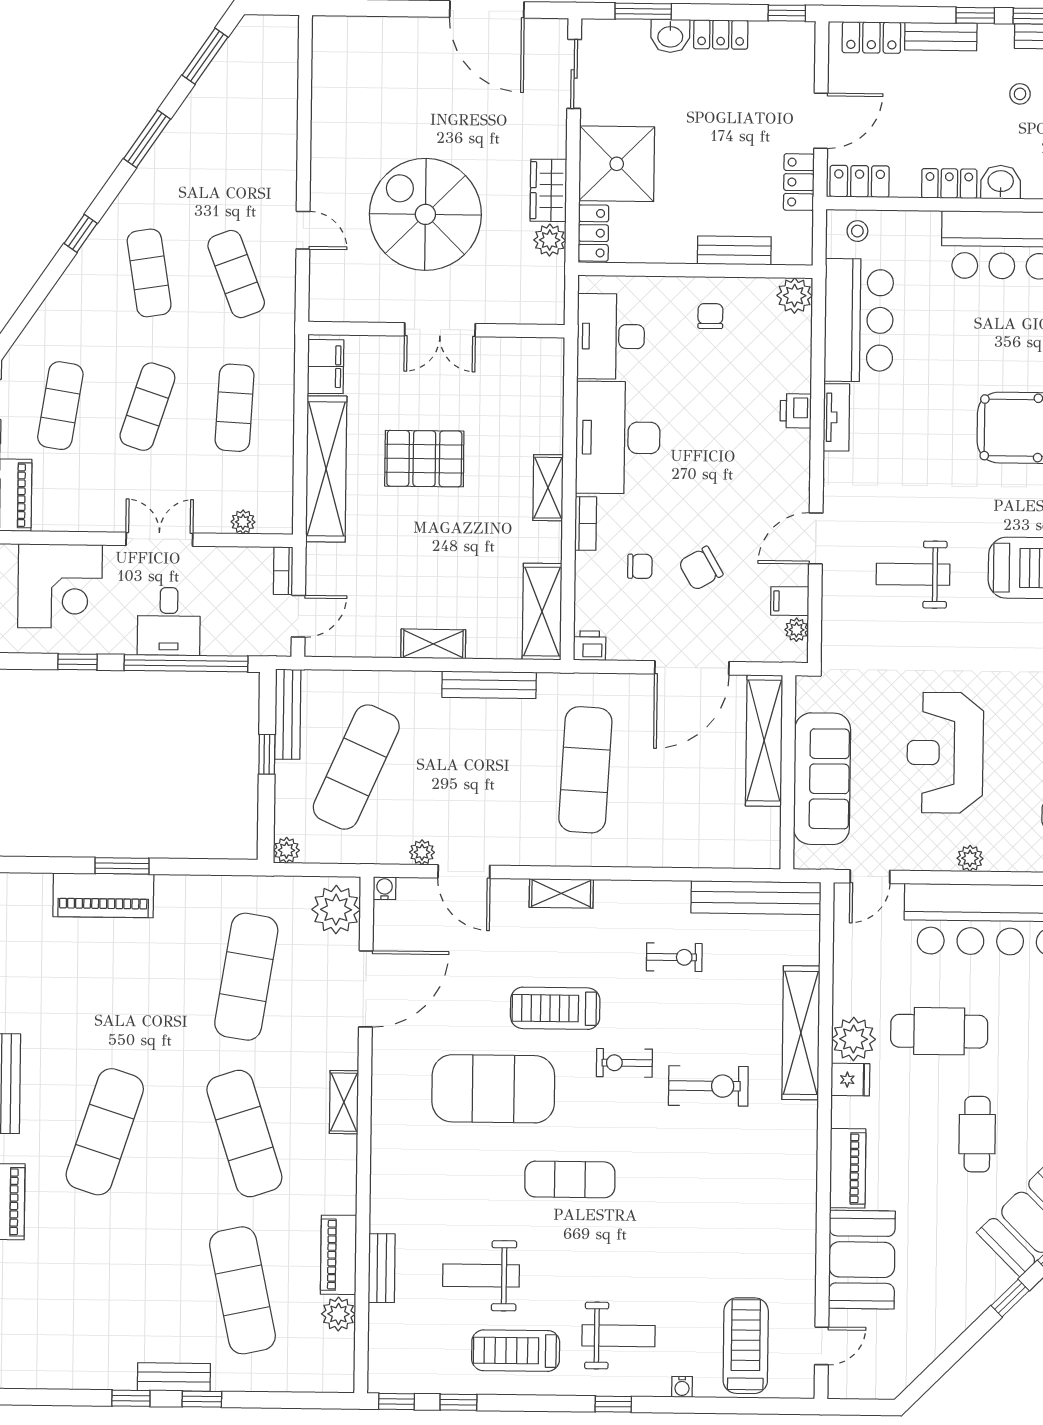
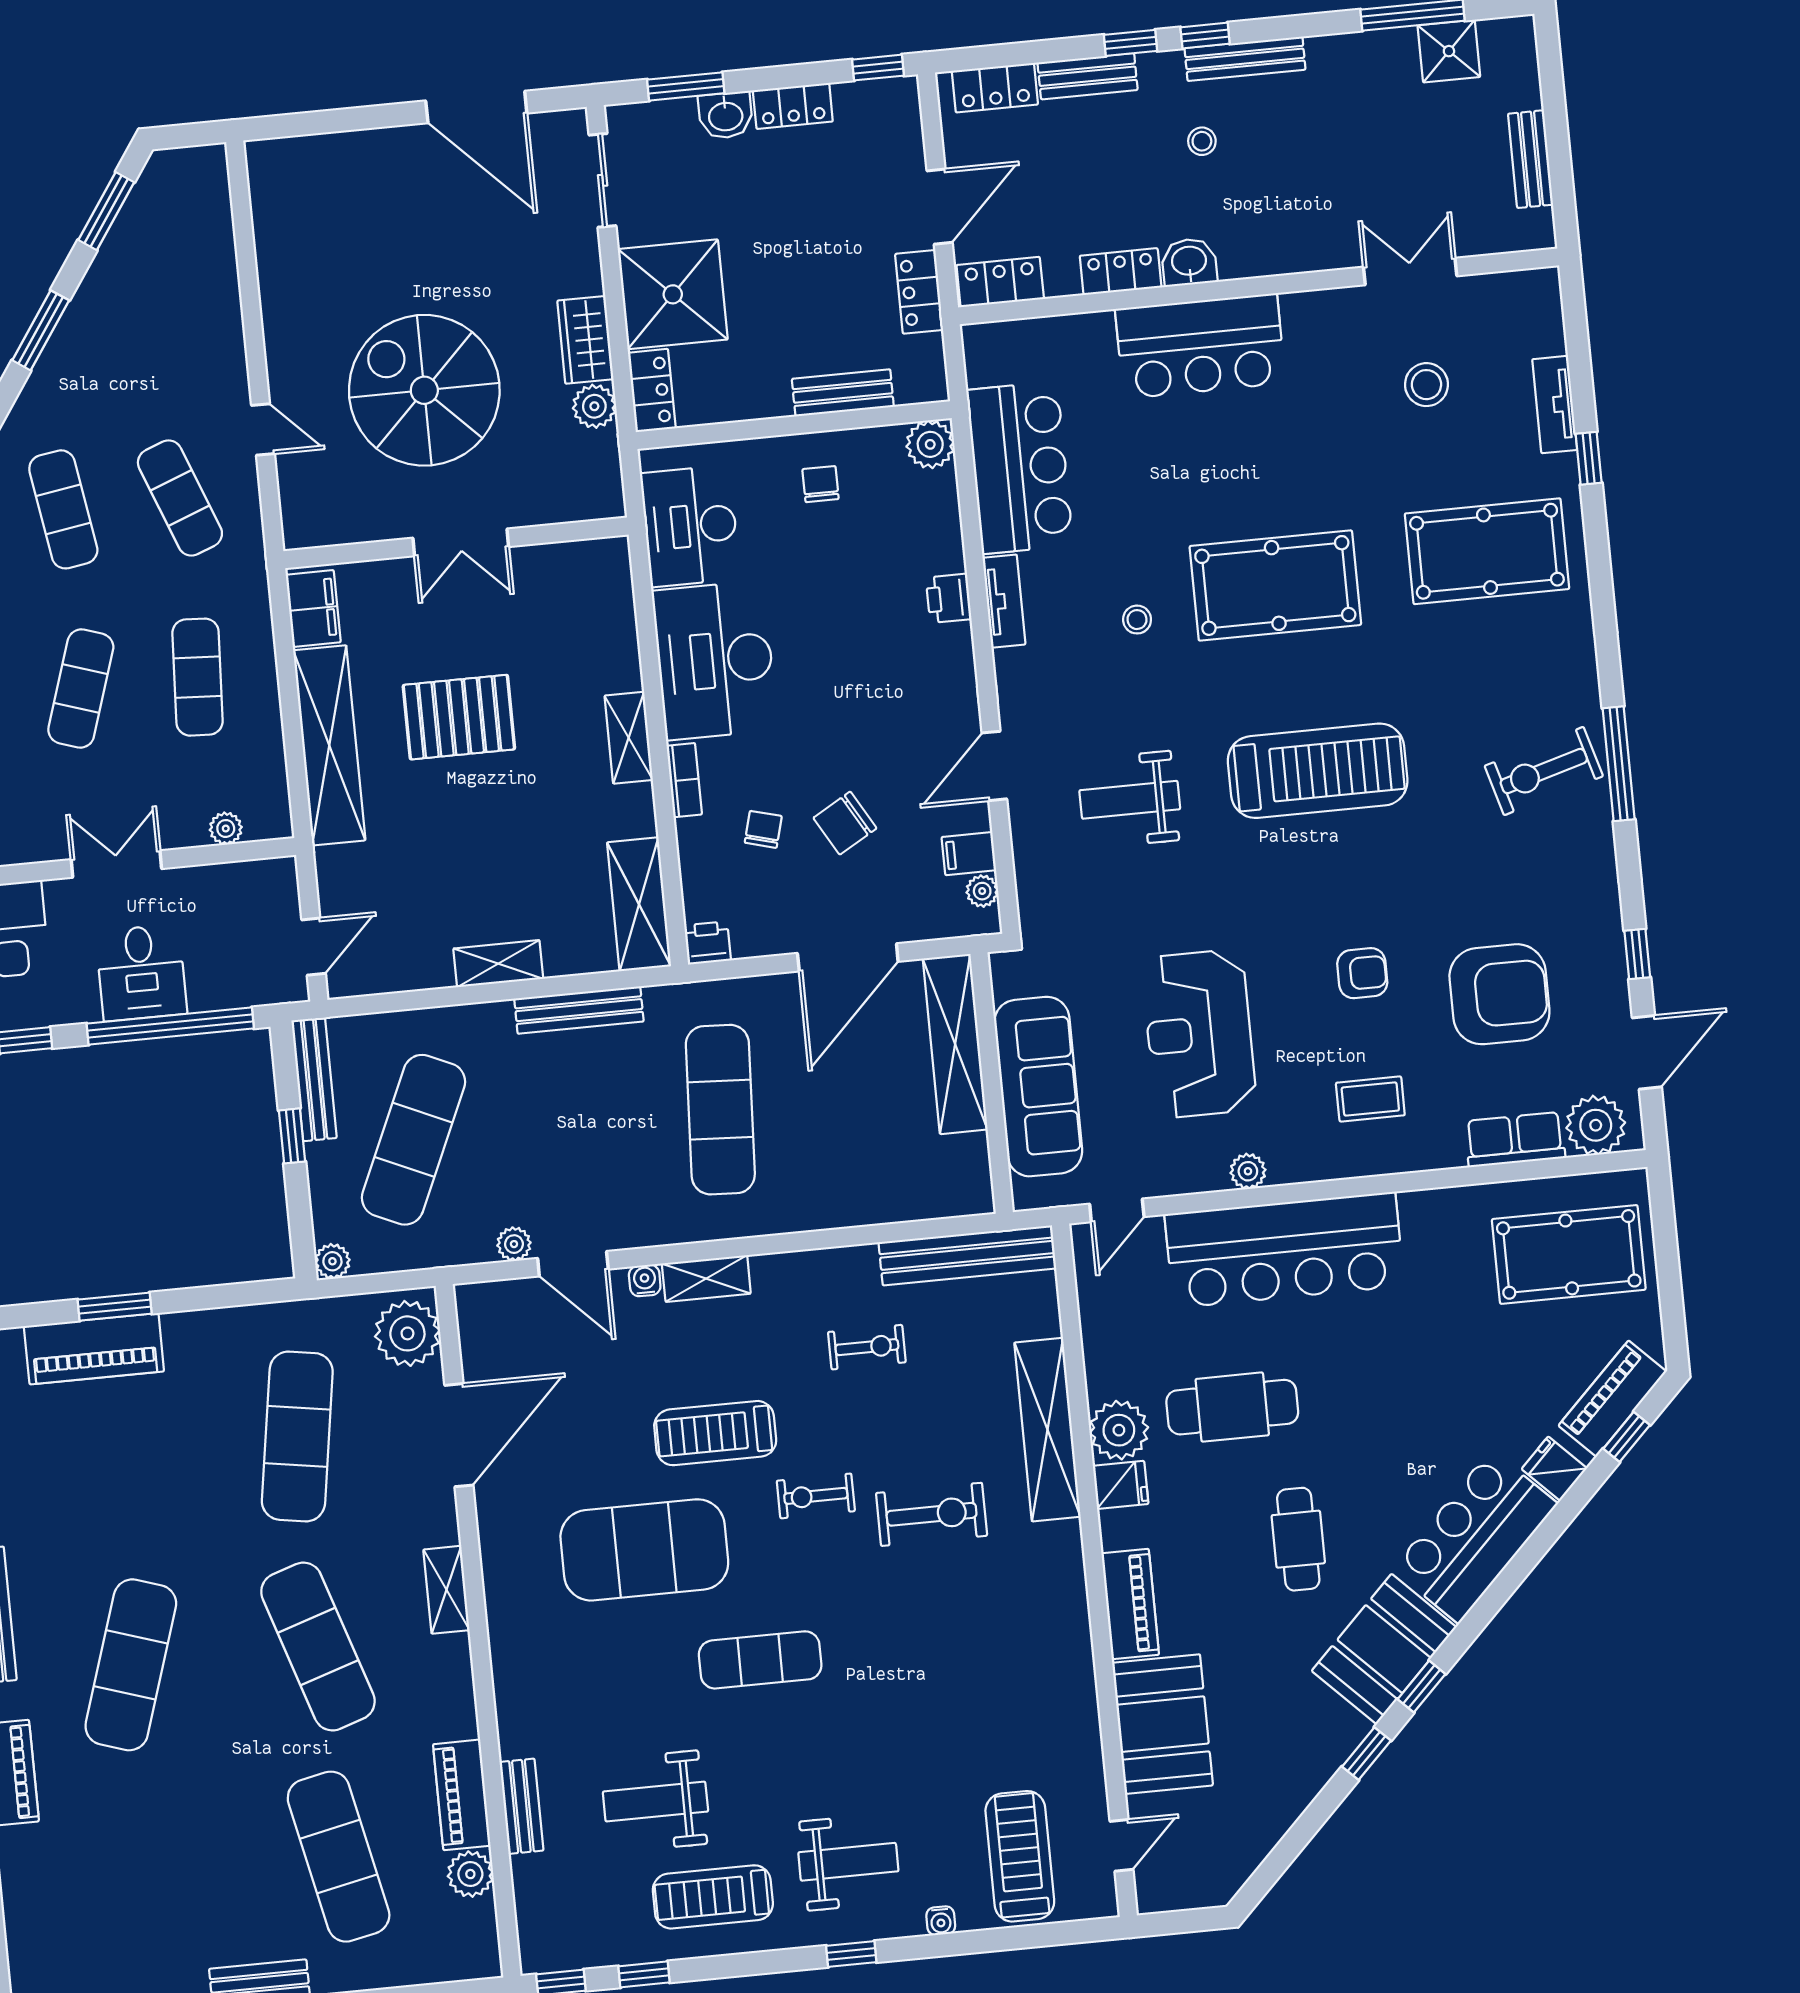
stool: (857, 231) -> (1137, 620), moved
chair: (640, 566) -> (763, 829), turned -75
bookcase: (283, 571) -> (287, 888), removed
water cooler: (385, 888) -> (645, 1280), moved

